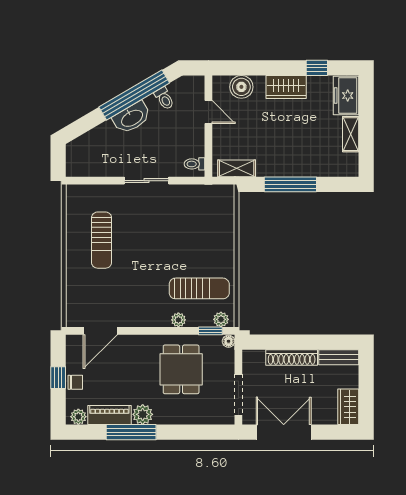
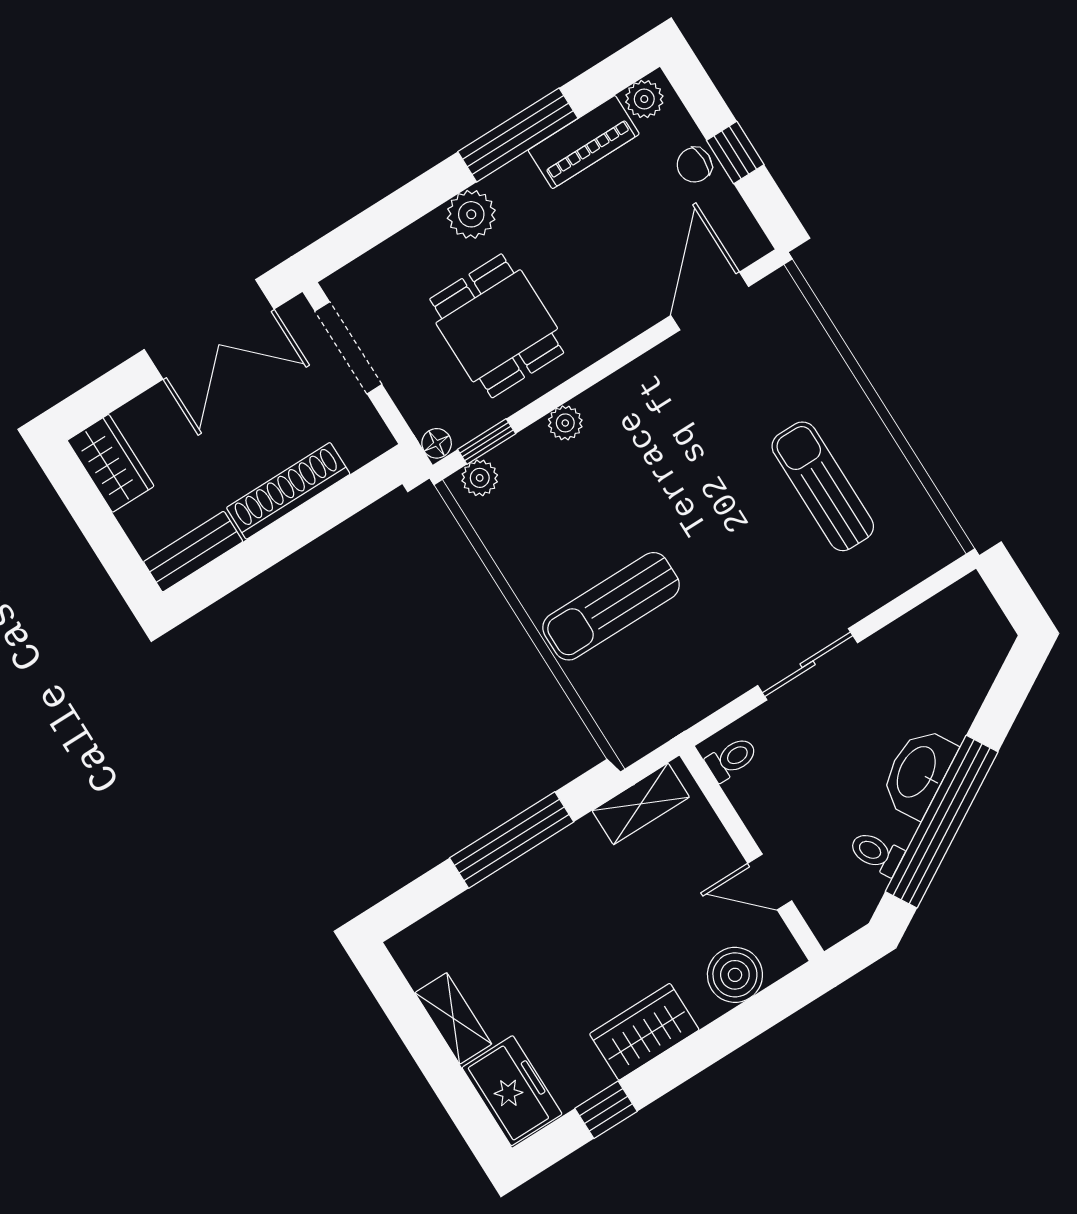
sun lounger: (199, 288) -> (611, 606), moved
plant: (143, 414) -> (471, 214), moved

